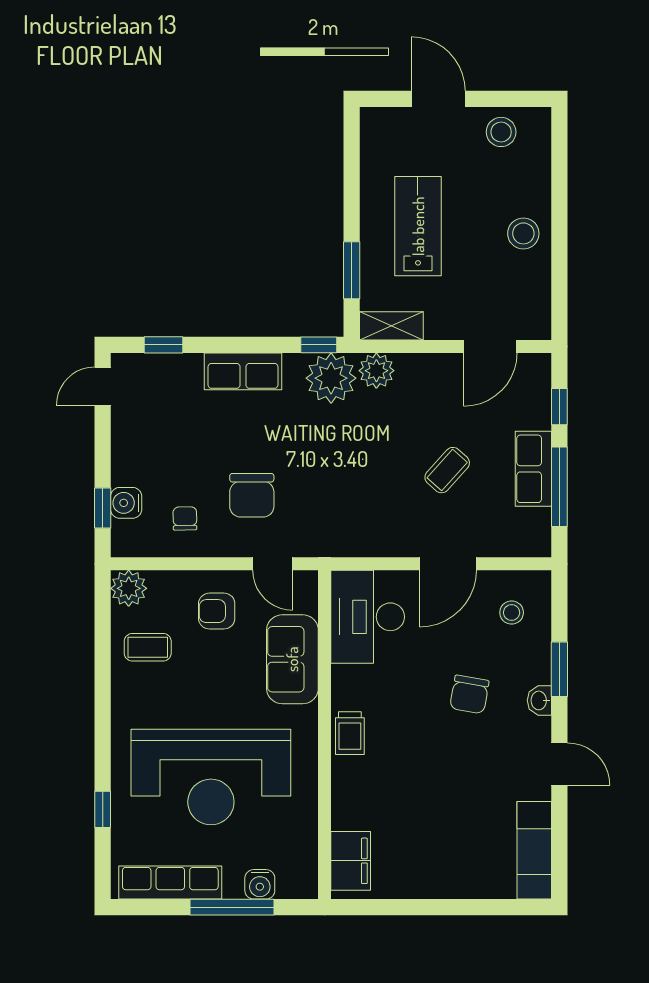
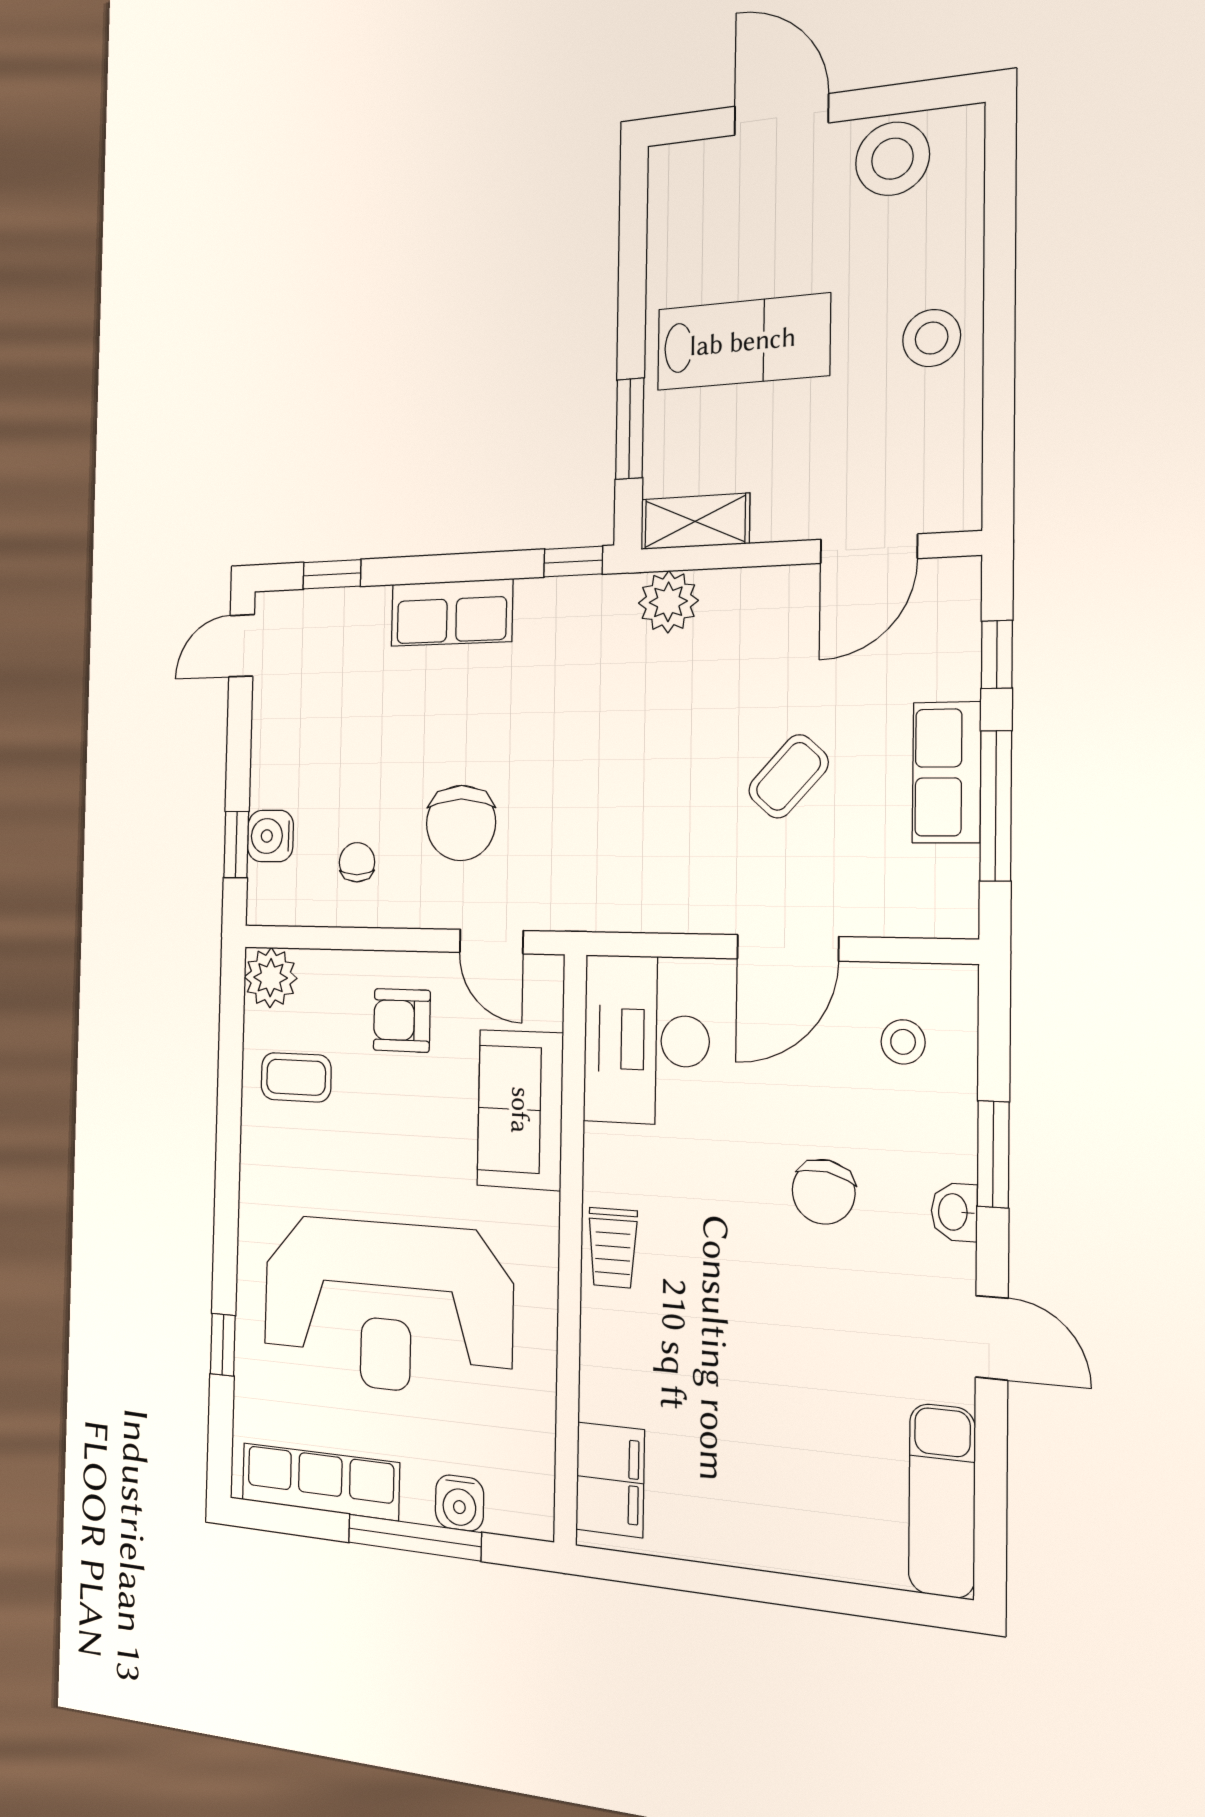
stool: (501, 132) -> (892, 159), width x1.38, depth x1.38
lab bench: (418, 226) -> (743, 342), turned 90
plant: (331, 378) -> (592, 618), removed

